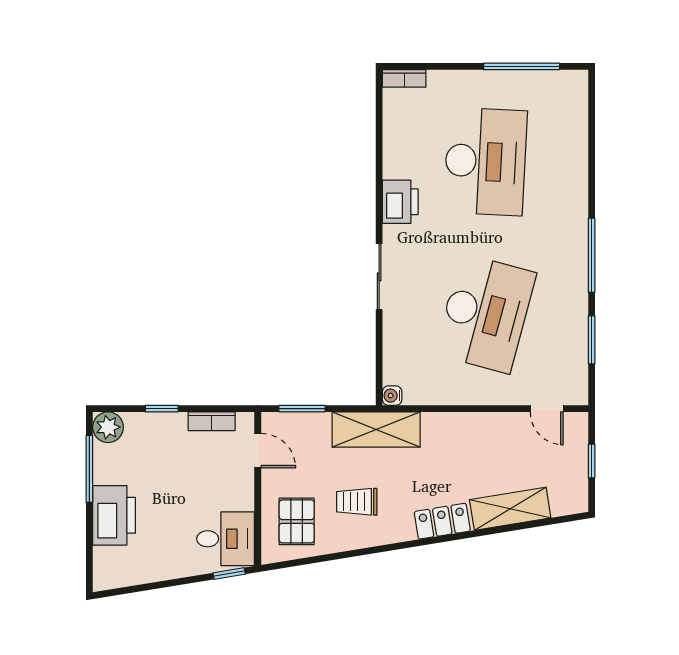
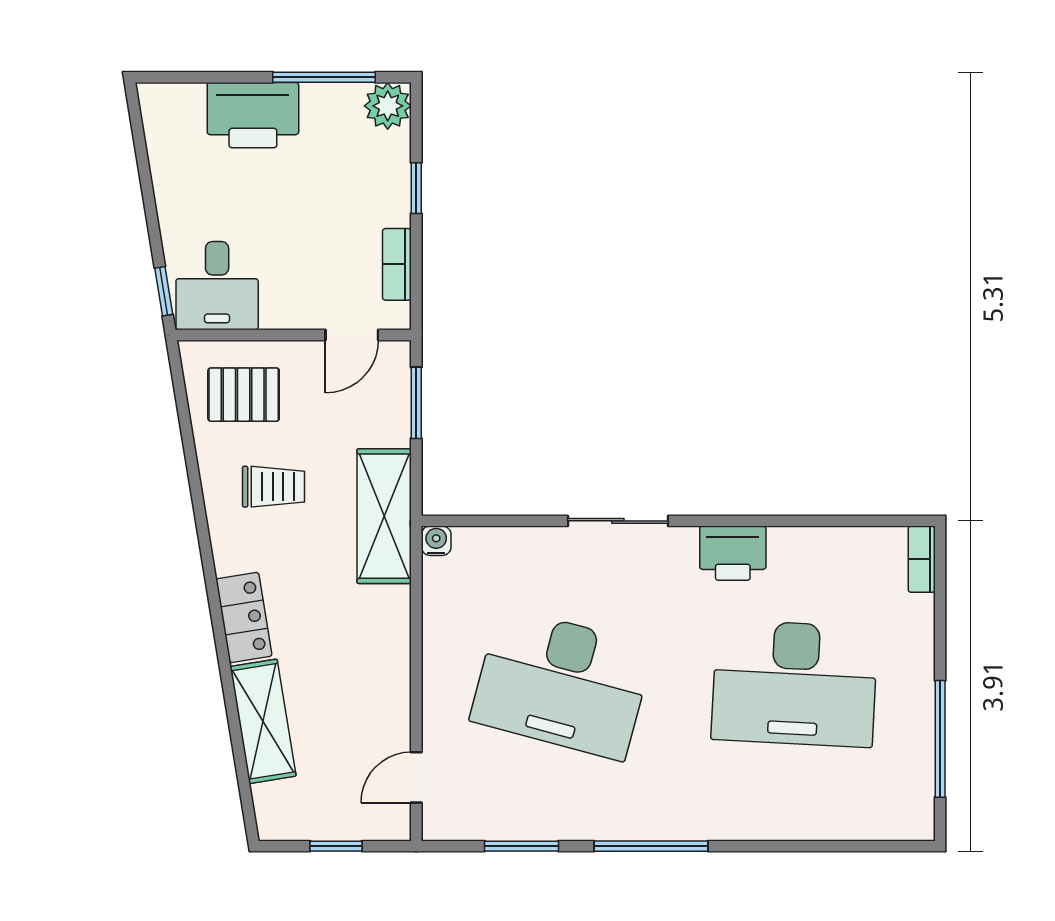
trolley: (357, 502) -> (274, 487), turned 90

